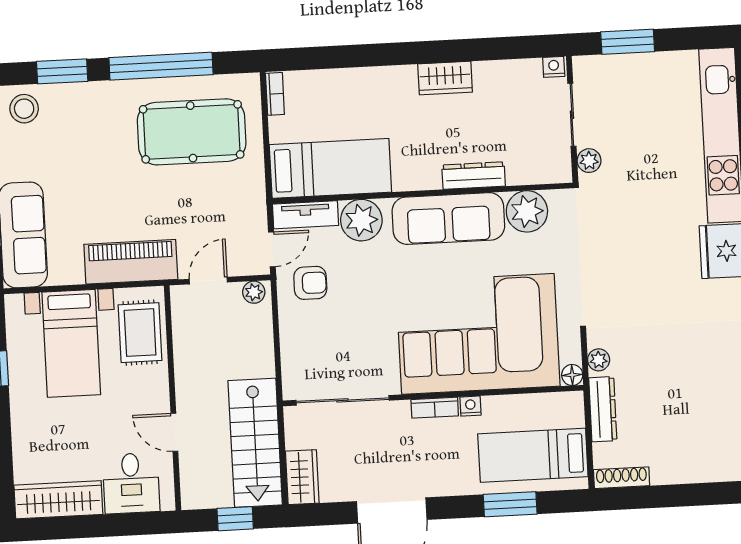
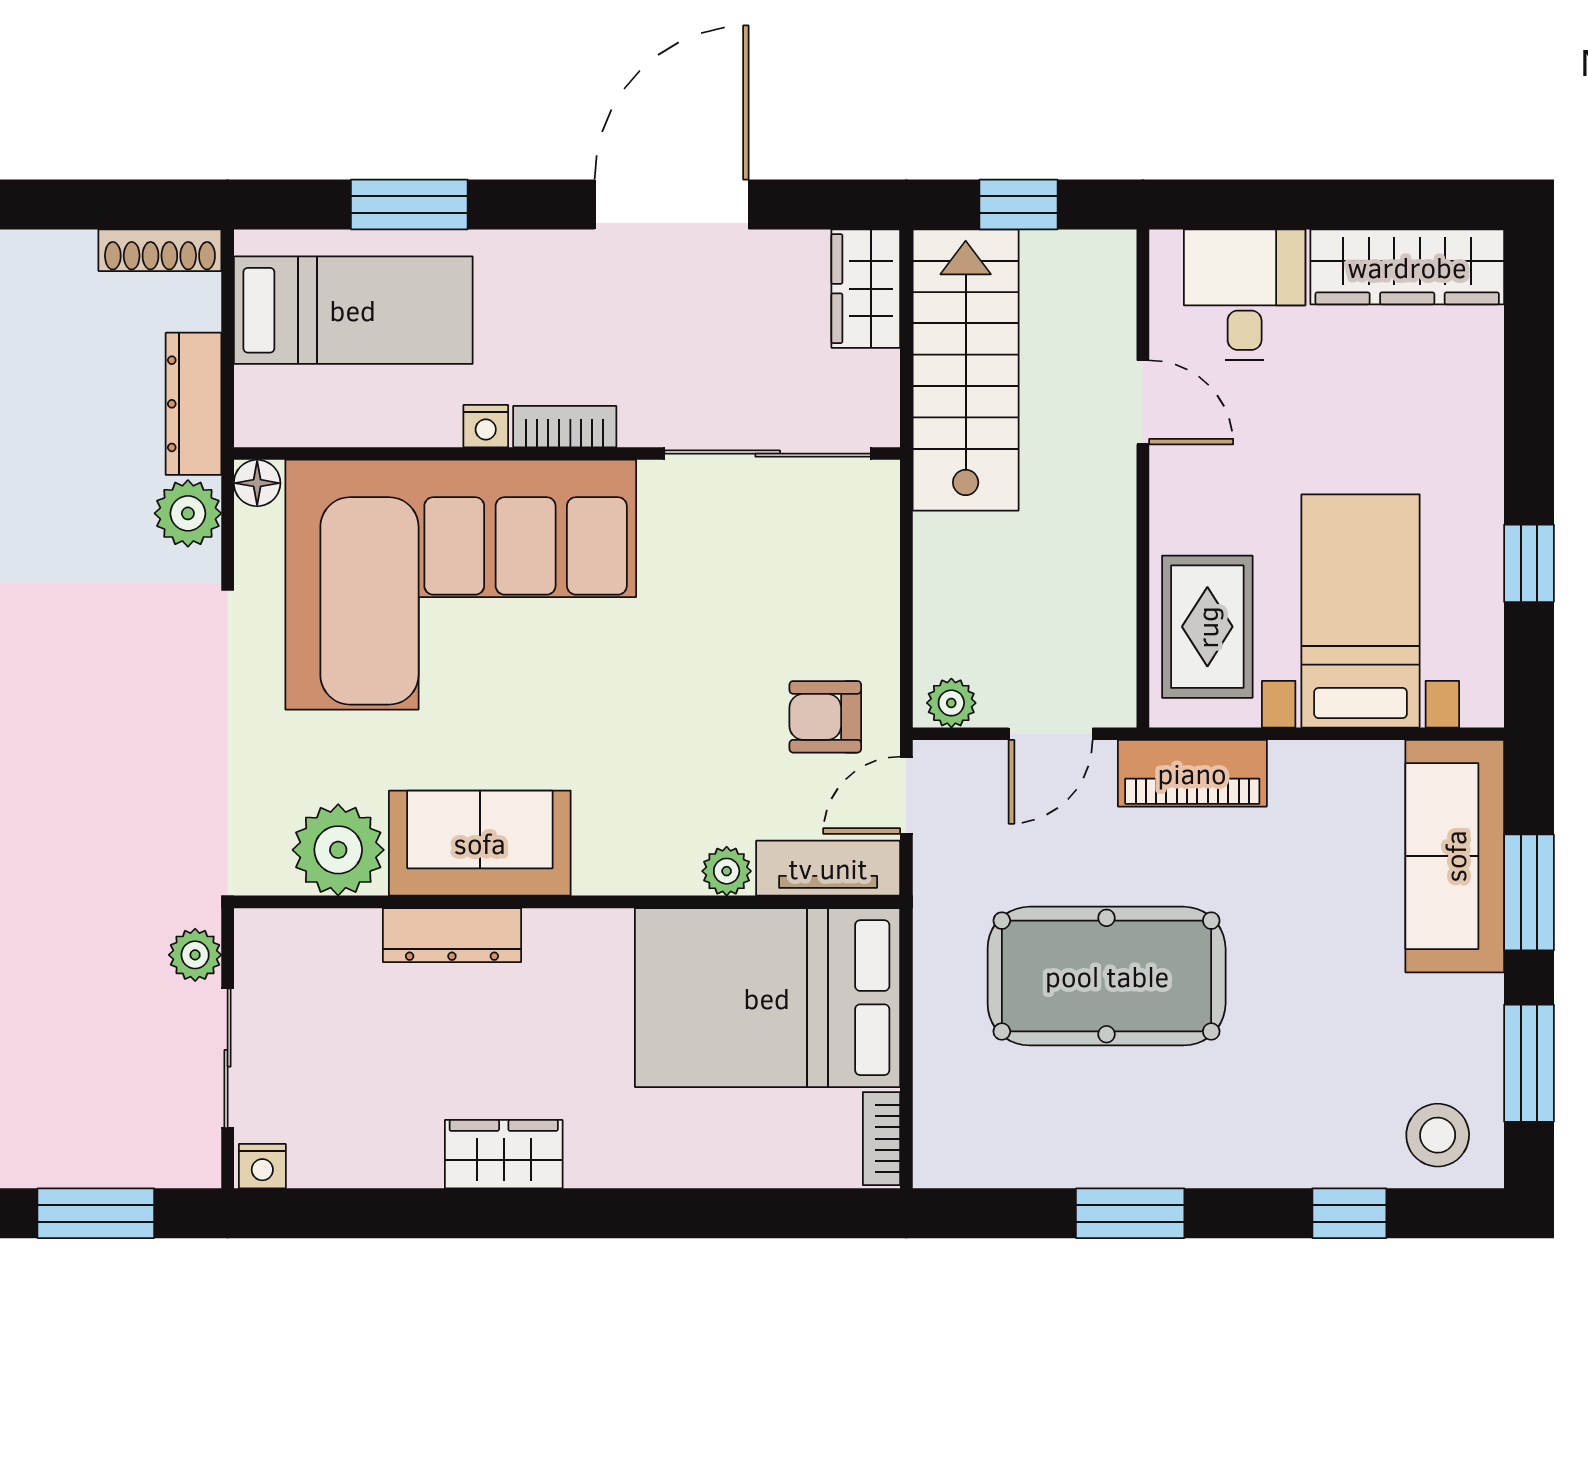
window: (161, 66) -> (1130, 1213), width x0.47
window: (62, 71) -> (1349, 1213), width x0.67
pool table: (192, 132) -> (1107, 976), moved
bed: (330, 168) -> (767, 998), width x1.50
sofa: (448, 219) -> (480, 843), width x0.73
plant: (361, 220) -> (727, 871), width x0.53, depth x0.53
piano: (131, 262) -> (1192, 773), width x0.73, depth x0.75
plant: (599, 360) -> (188, 513), width x1.38, depth x1.38

